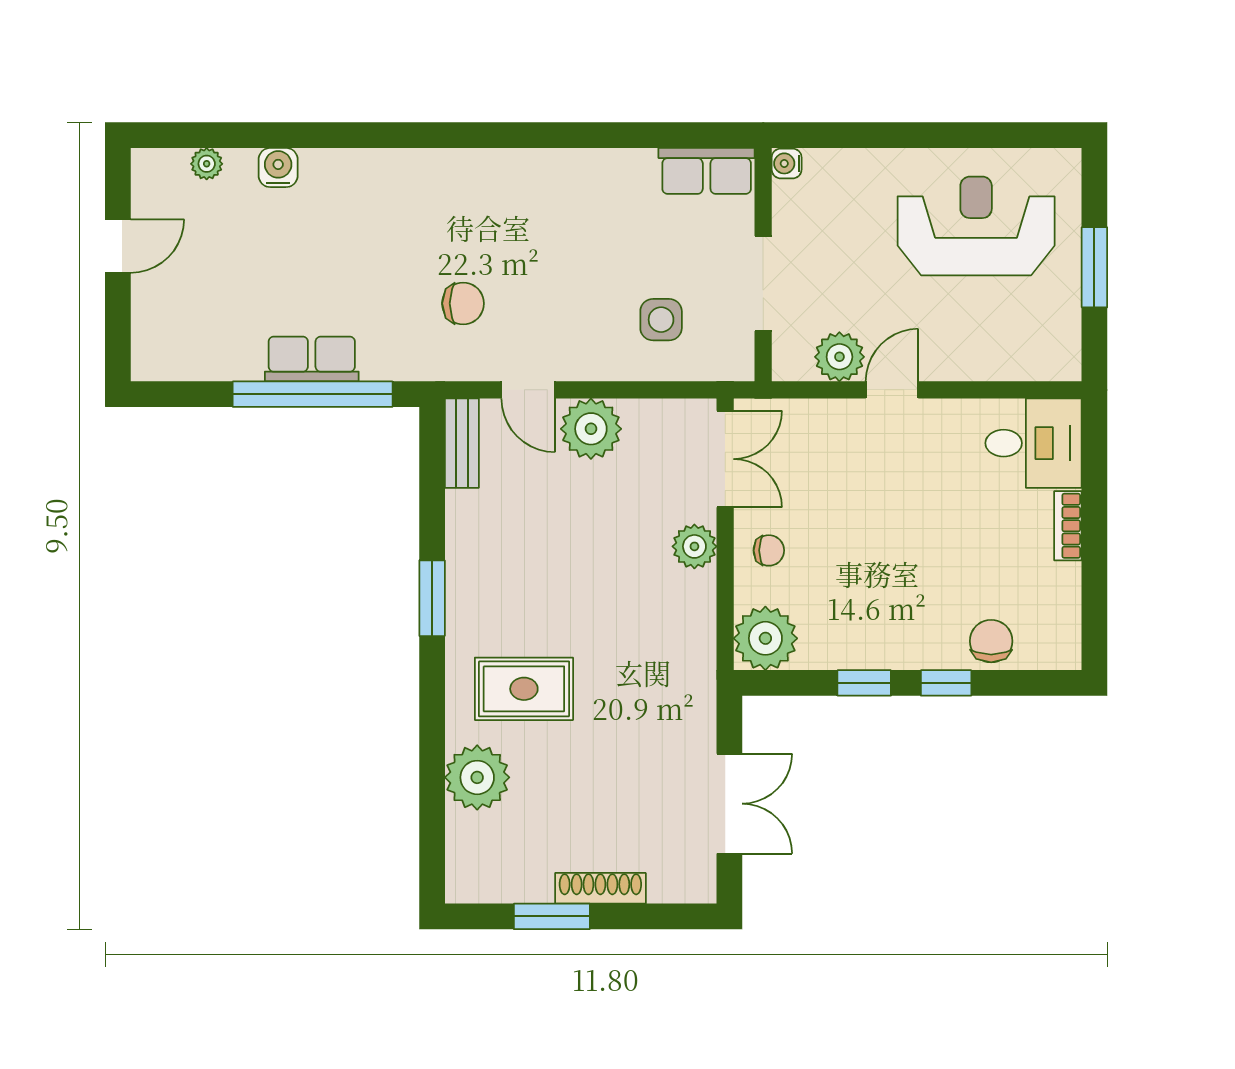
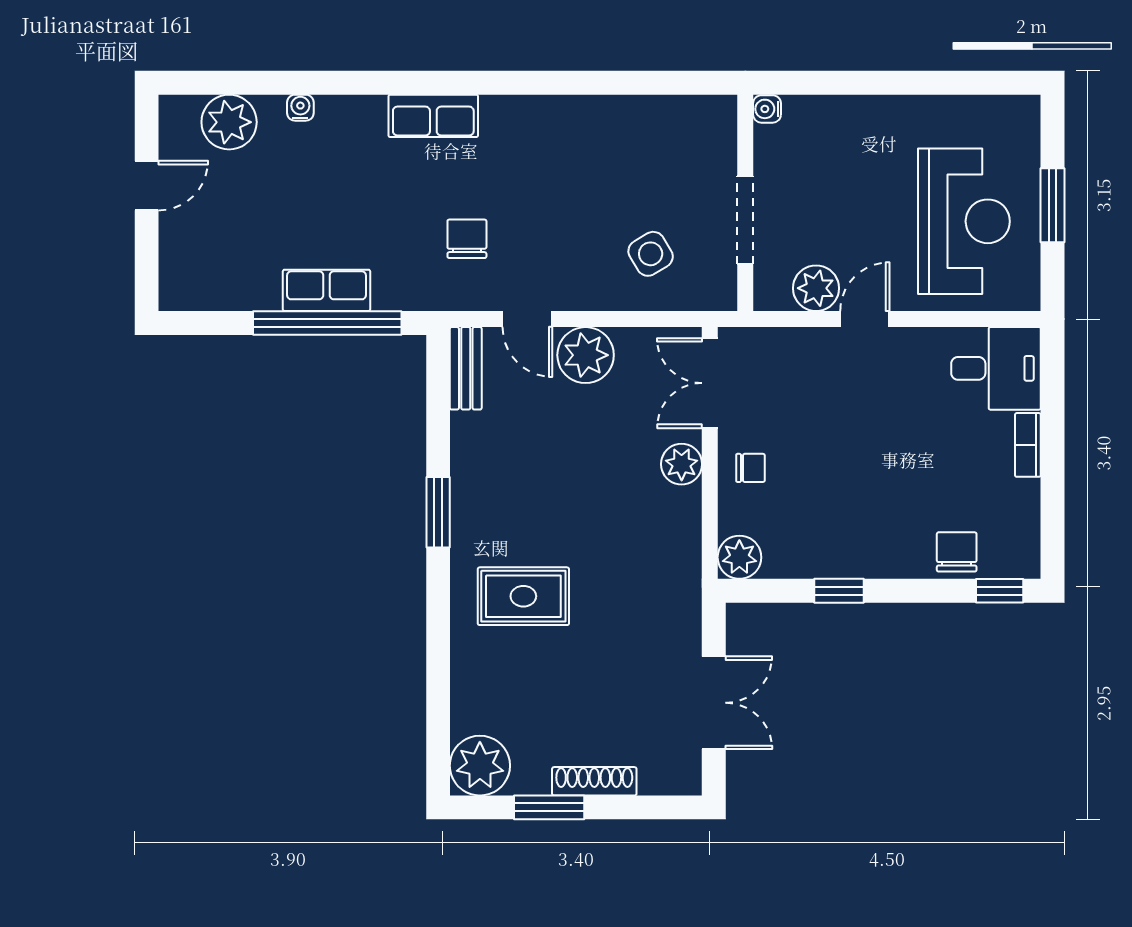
plant: (207, 164) -> (229, 122), width x1.87, depth x1.87
water cooler: (278, 168) -> (300, 108), width x0.72, depth x0.72
row of seats: (707, 171) -> (433, 116), moved
reception desk: (976, 226) -> (964, 221), moved, turned 90
chair: (463, 303) -> (467, 239), turned -90
side table: (661, 320) -> (651, 254), turned -31
double door: (725, 459) -> (710, 383), swing flipped
plant: (765, 638) -> (739, 557), width x0.73, depth x0.73
window: (946, 683) -> (1000, 591), moved
plant: (477, 777) -> (480, 766), moved

